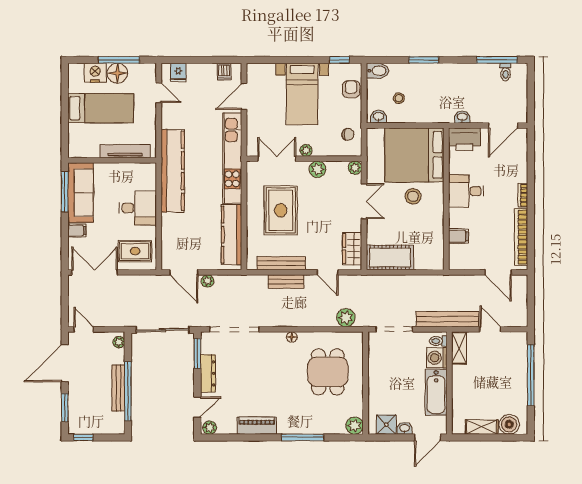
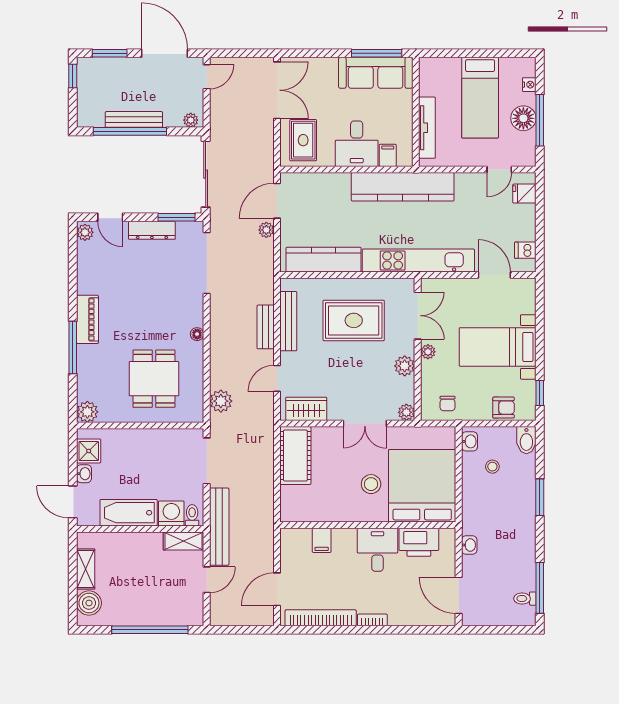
nightstand: (95, 73) -> (529, 85), width x0.53, depth x0.56
printer: (464, 139) -> (419, 542), moved, turned -90
filing cabinet: (77, 231) -> (388, 155), moved, turned 180
dining table: (328, 372) -> (154, 379), turned 90
piano: (257, 426) -> (87, 319), moved

